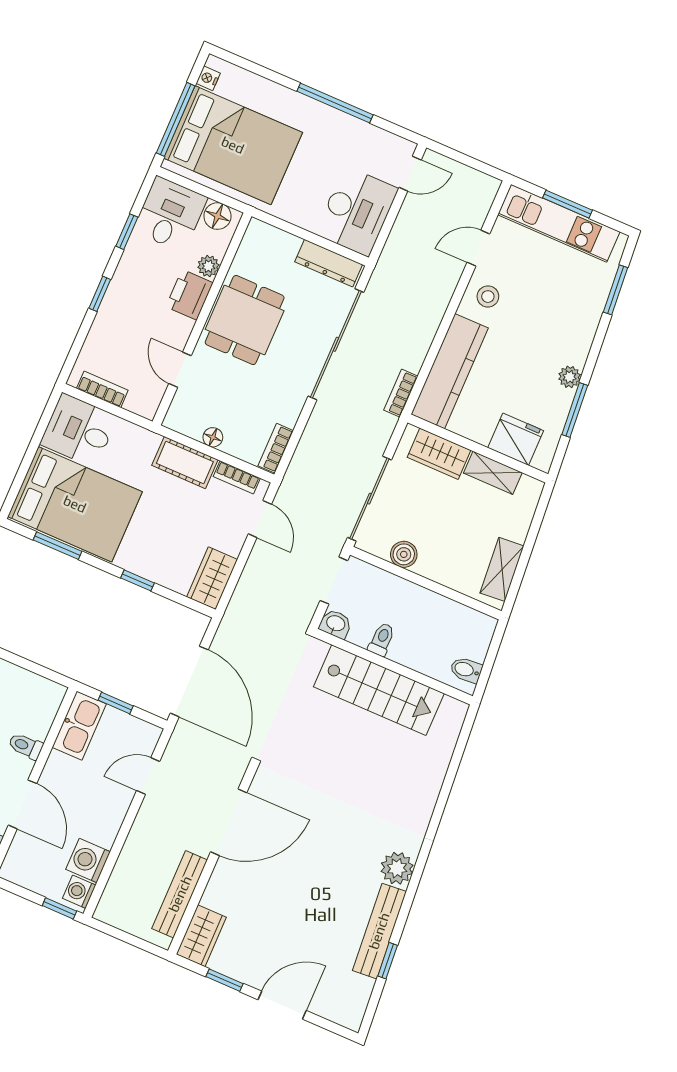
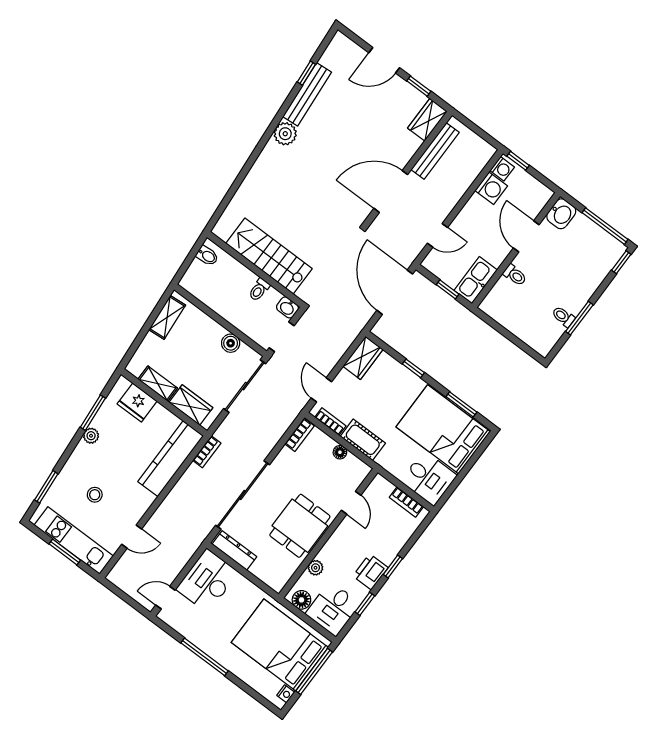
printer: (189, 295) -> (370, 572), moved, turned 180
stool: (488, 297) -> (95, 495), moved

